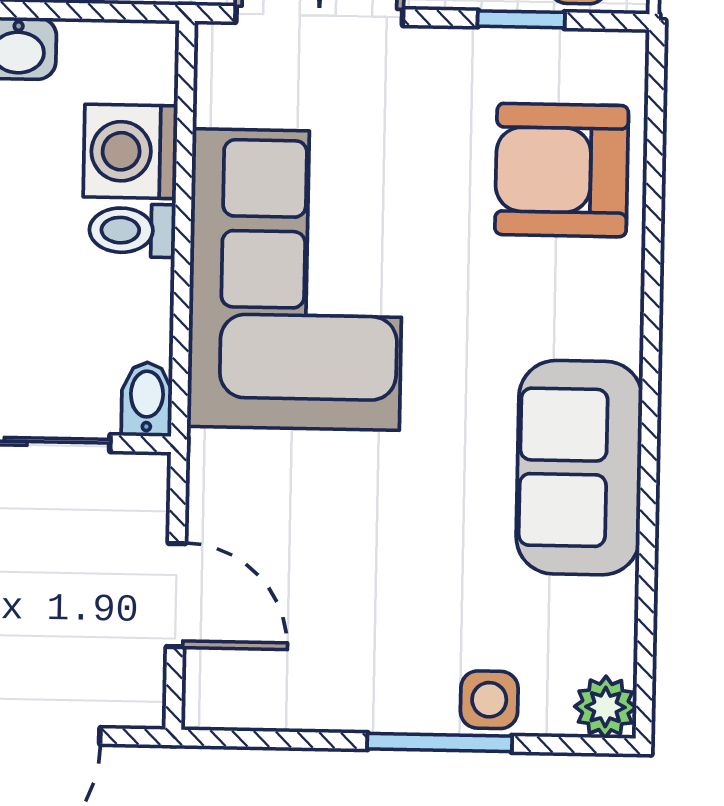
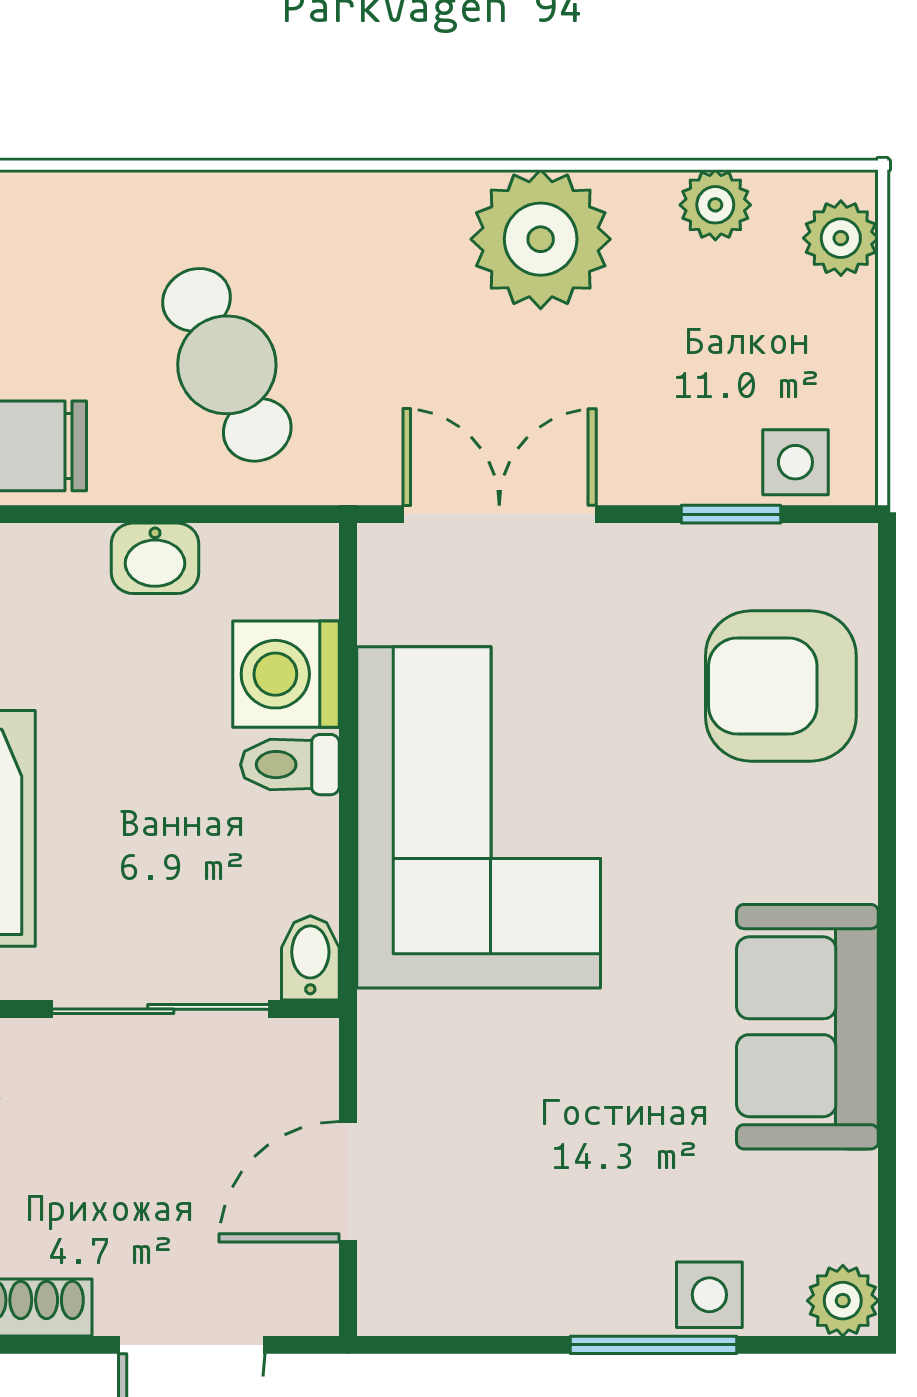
door: (176, 595) -> (348, 1182), swing flipped

